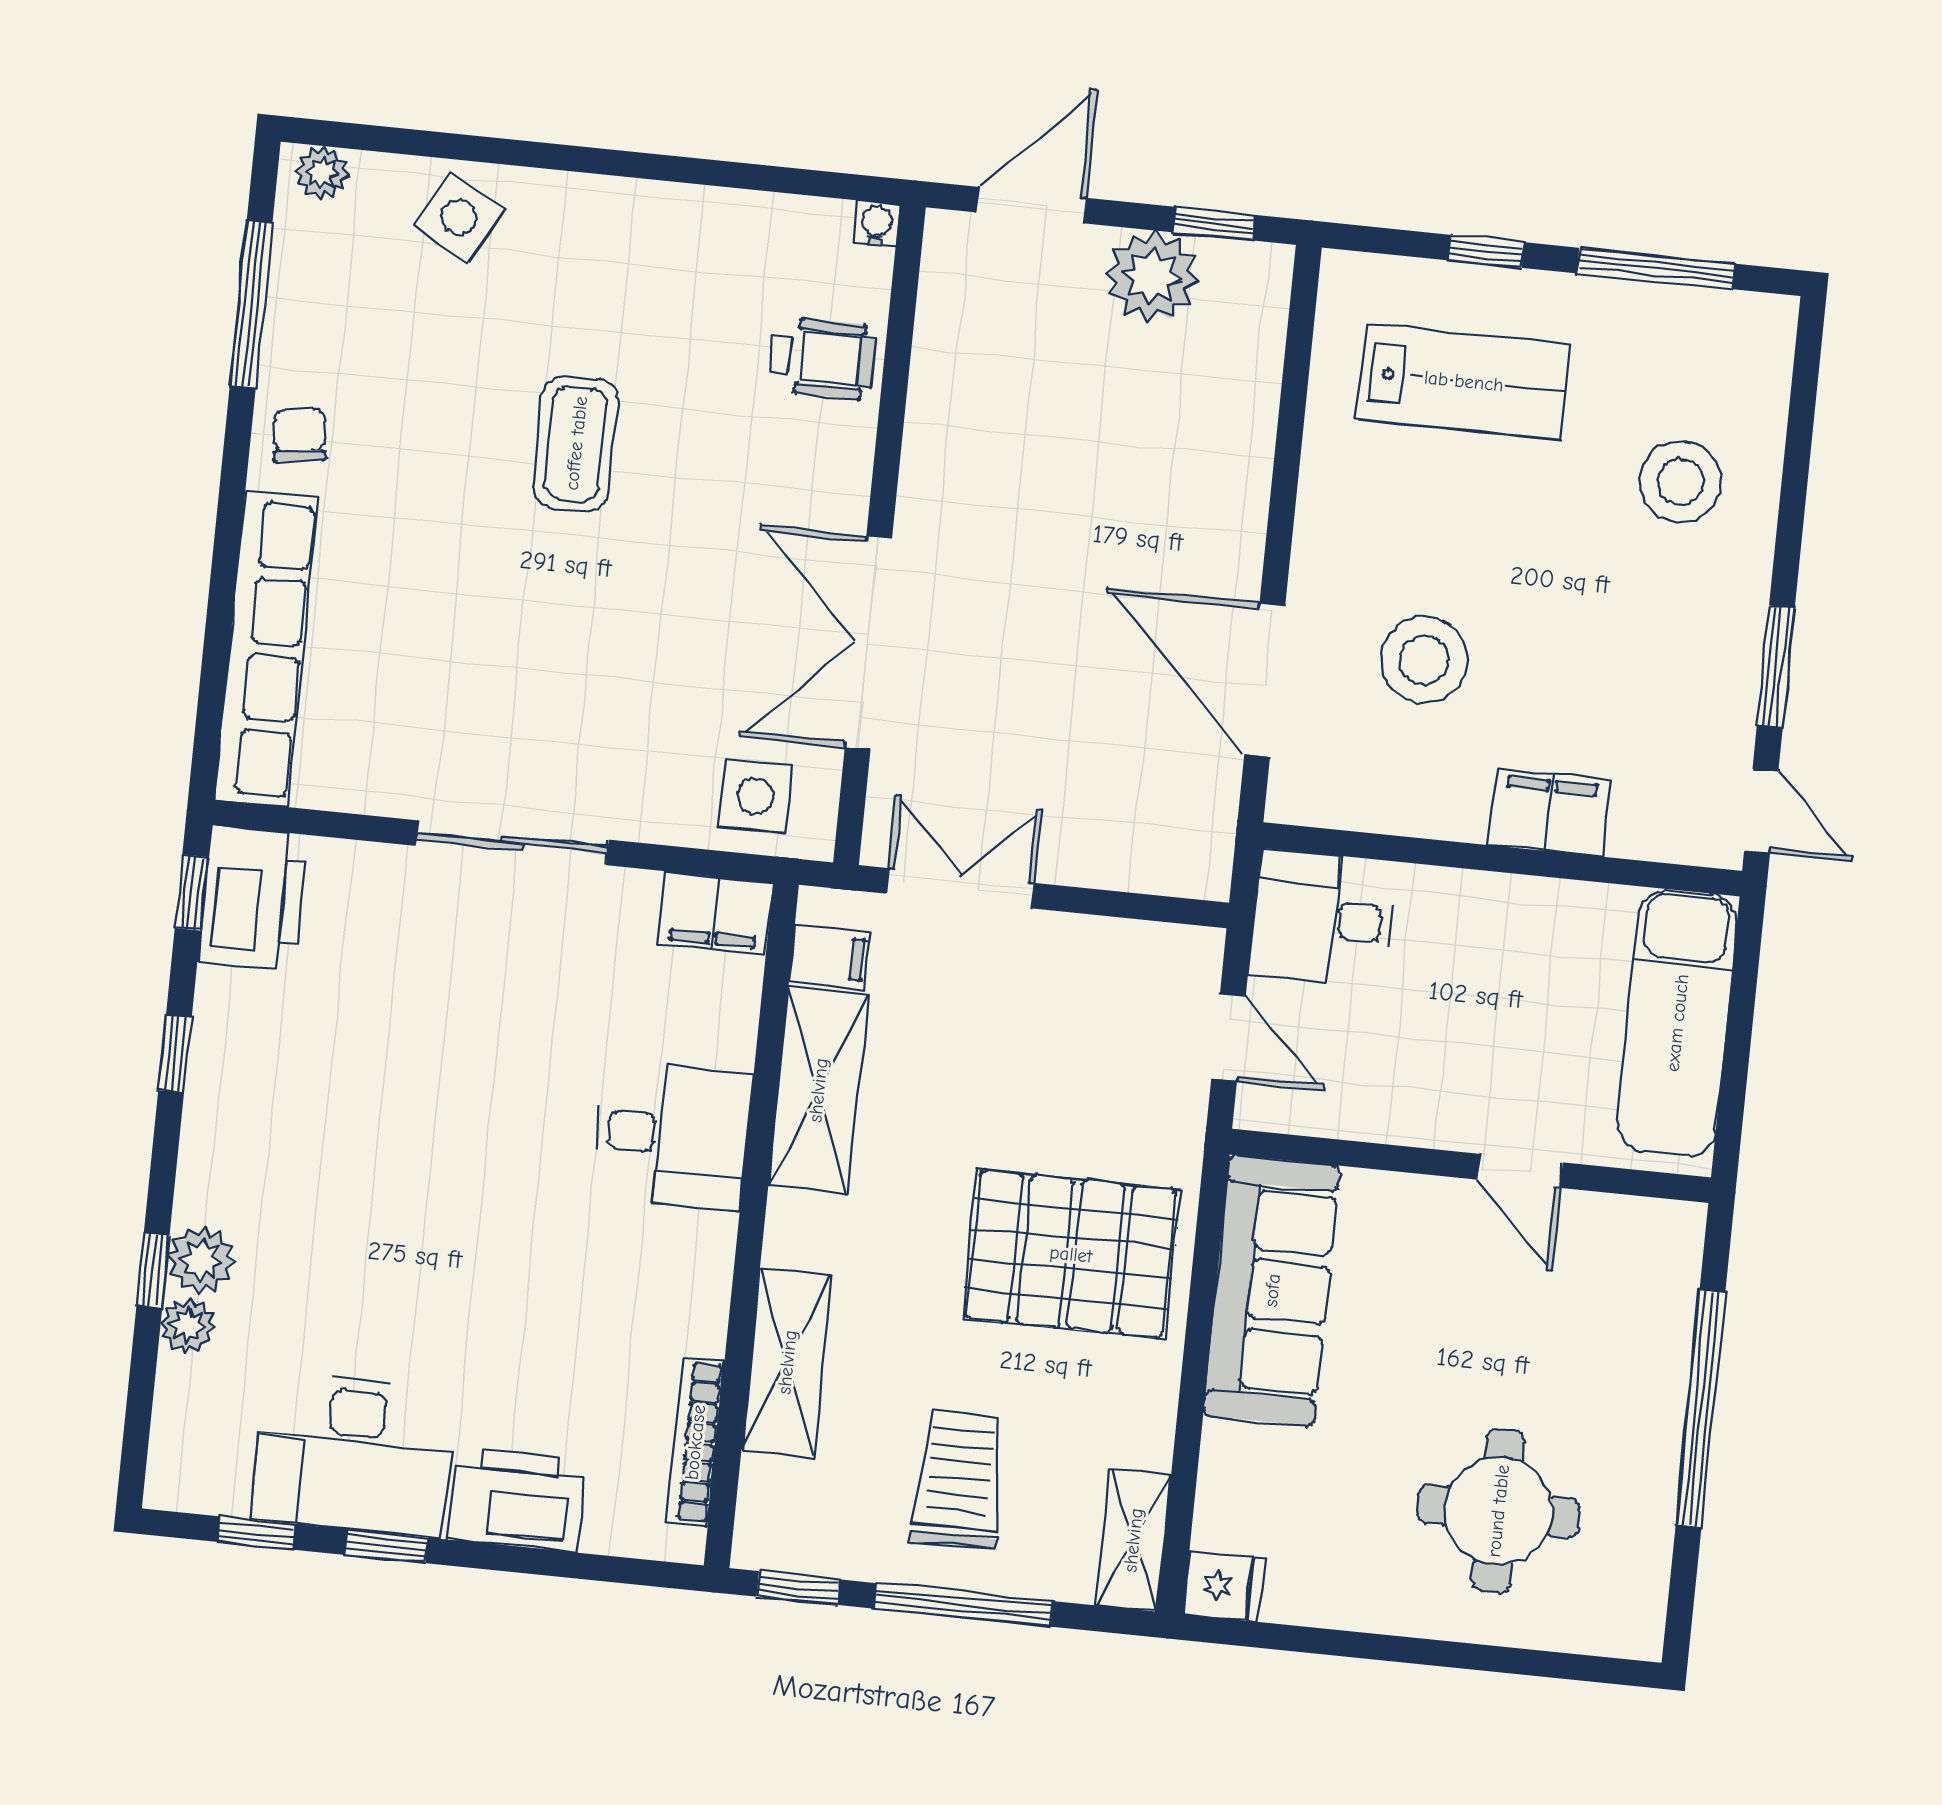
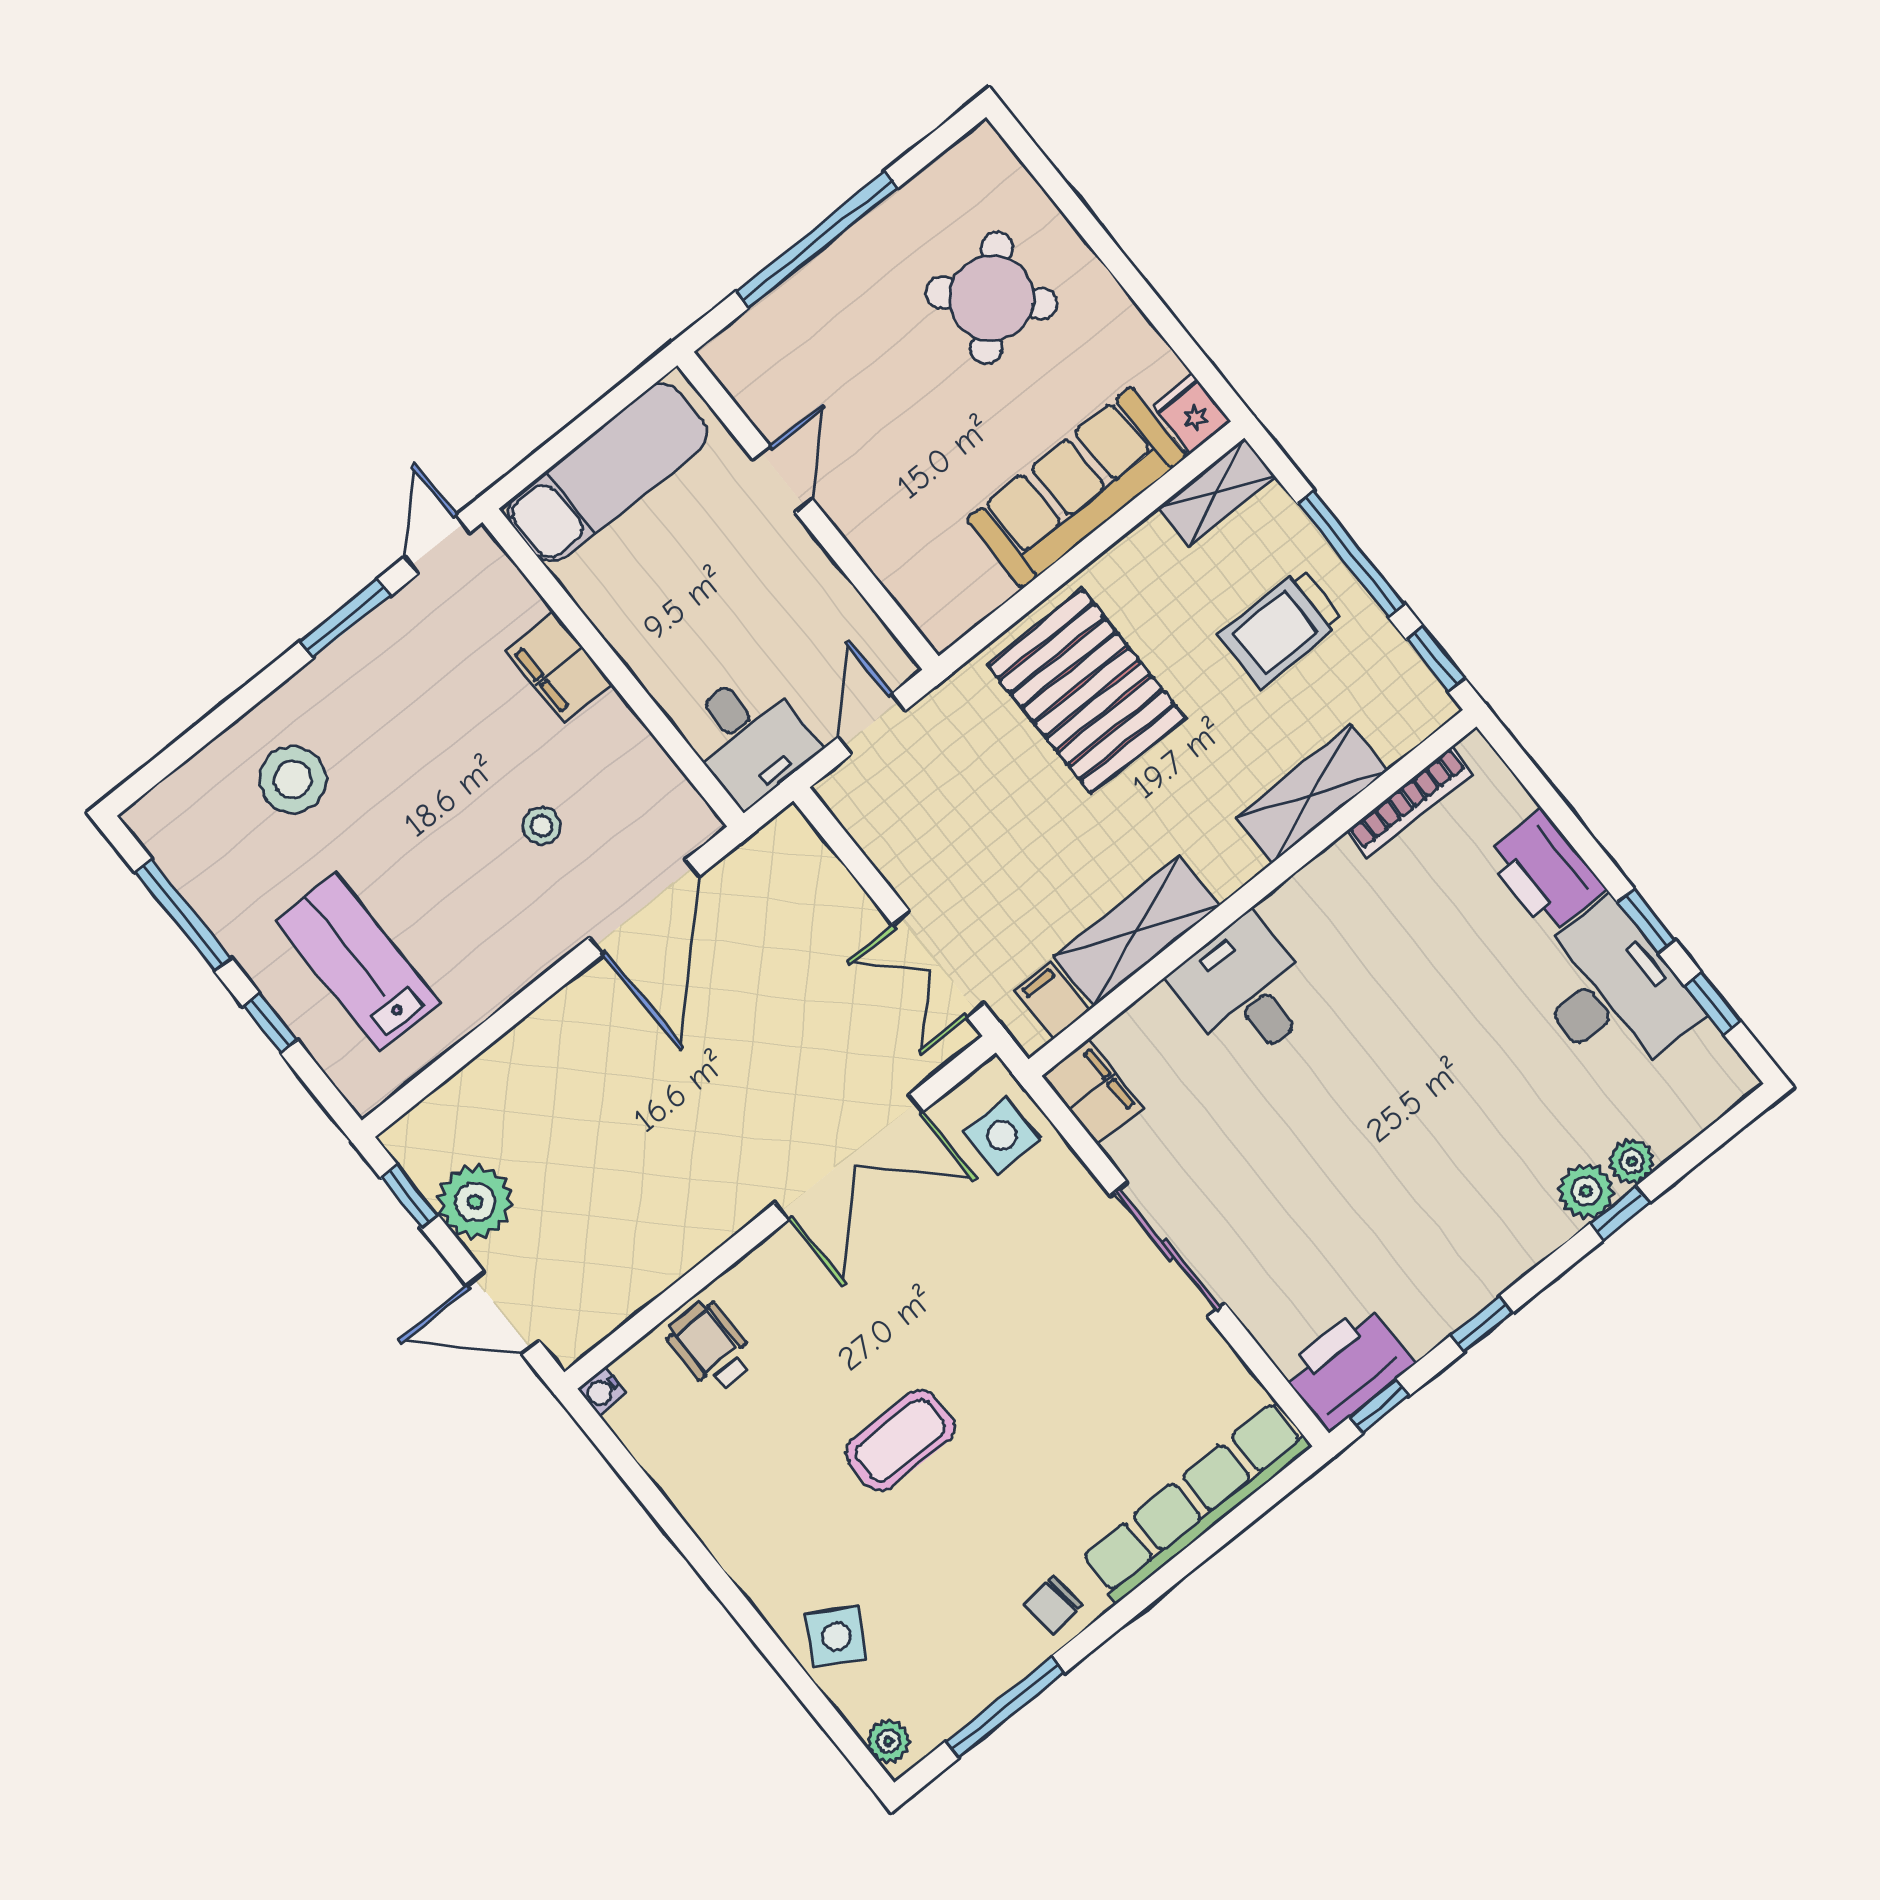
stool: (1424, 660) -> (542, 826), width x0.53, depth x0.53
sofa: (1272, 1290) -> (1076, 488), moved
round table: (1498, 1511) -> (992, 298), turned 45

